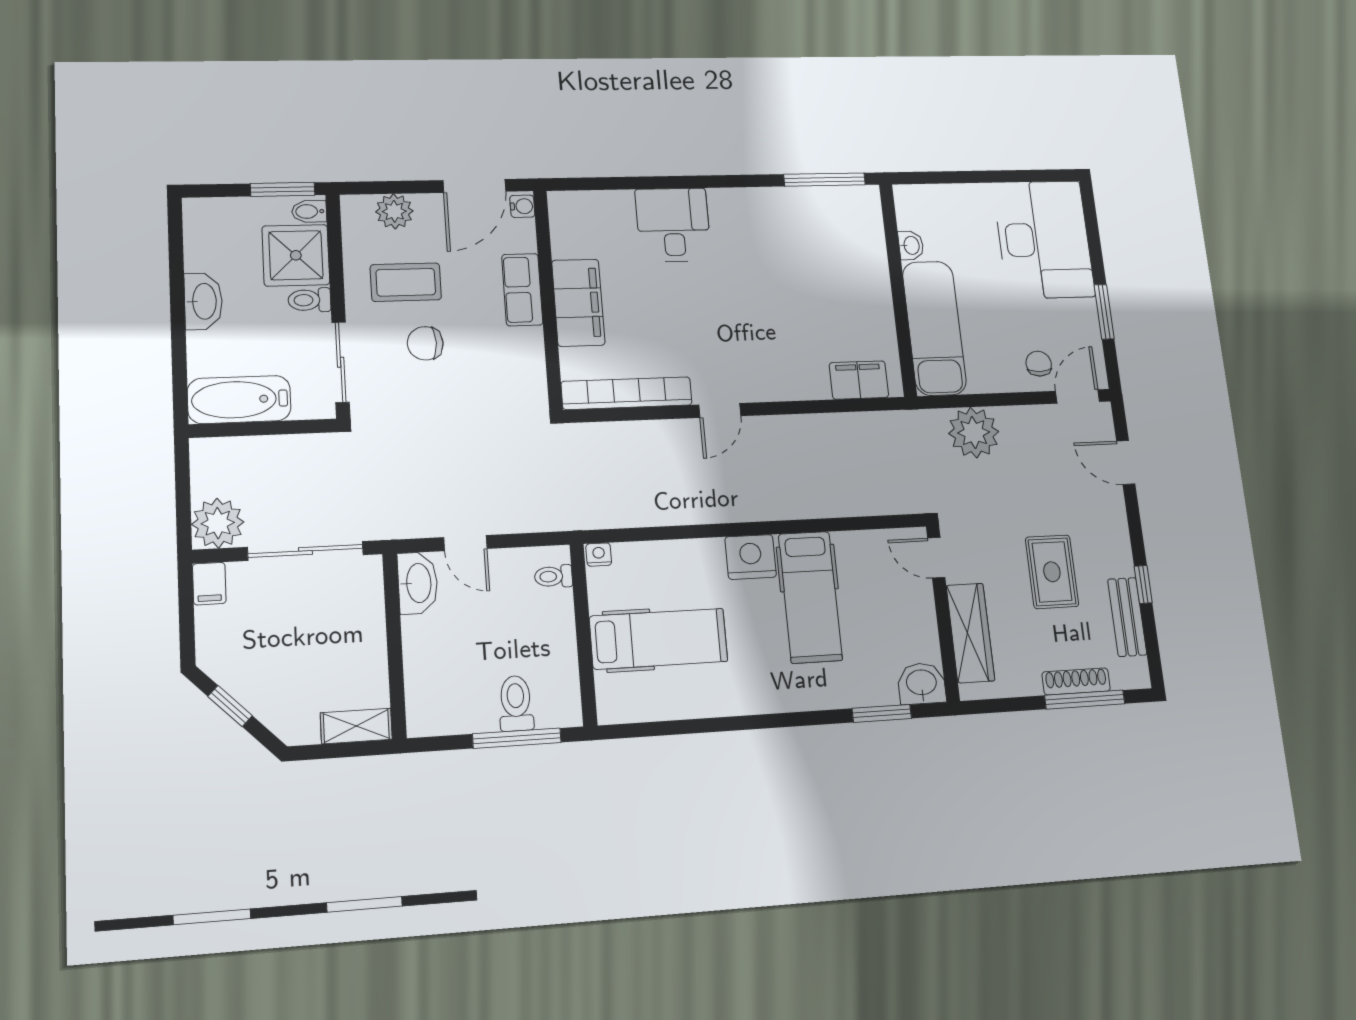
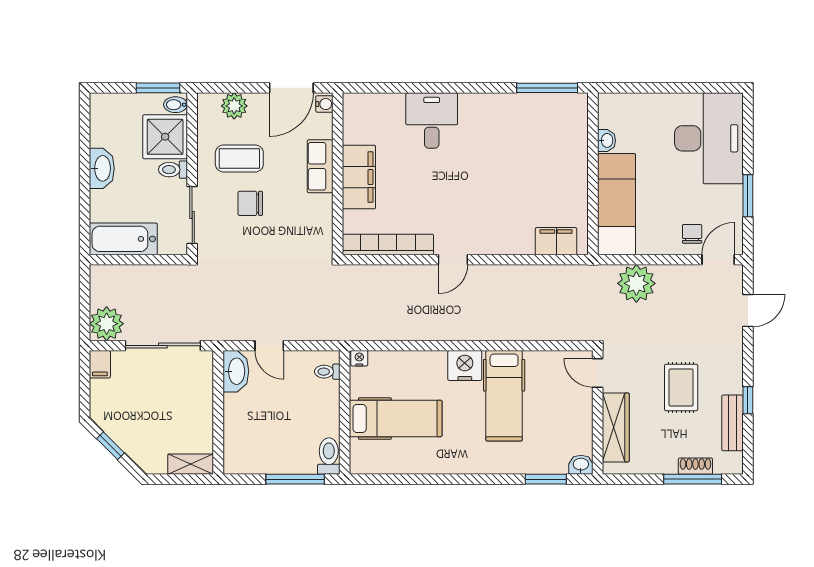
door: (1126, 463) -> (748, 311), swing flipped
shoe rack: (1076, 681) -> (695, 466), width x0.70
washbasin: (922, 683) -> (581, 465), width x0.72, depth x0.69
toilet: (516, 703) -> (329, 456), moved

